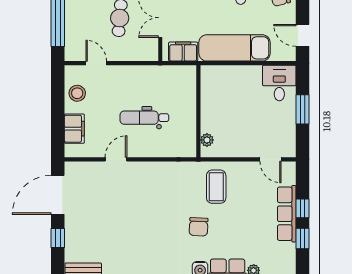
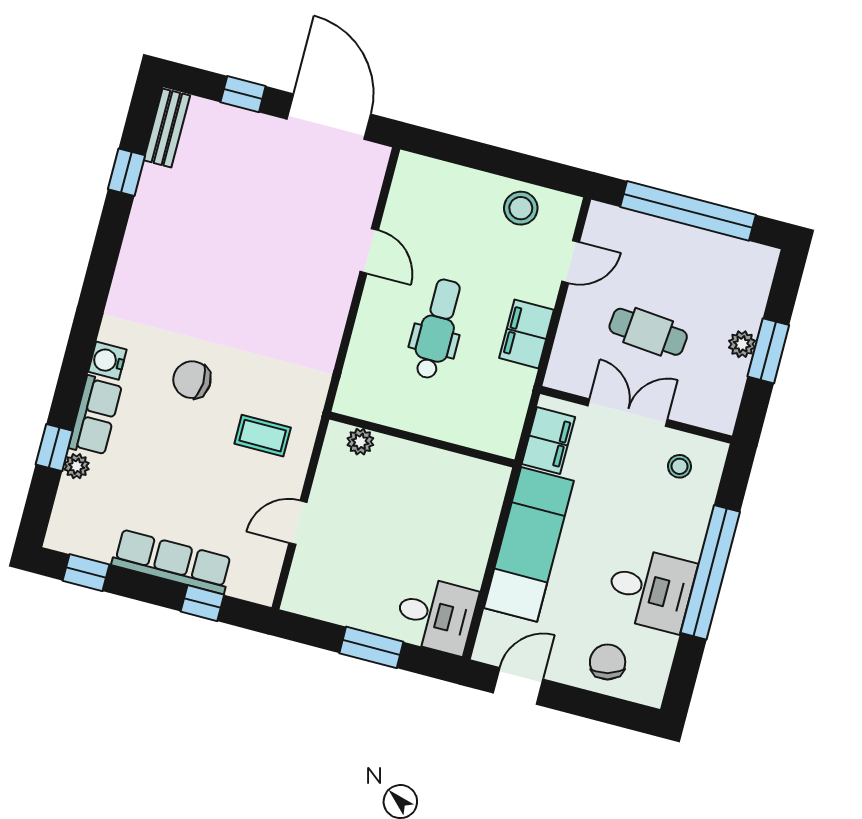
filing cabinet: (74, 129) -> (526, 334), moved, turned 90
door: (270, 159) -> (298, 523), moved
coffee table: (216, 187) -> (263, 436), width x0.73, depth x0.77
window: (302, 208) -> (202, 603), moved
window: (302, 239) -> (86, 573), moved

